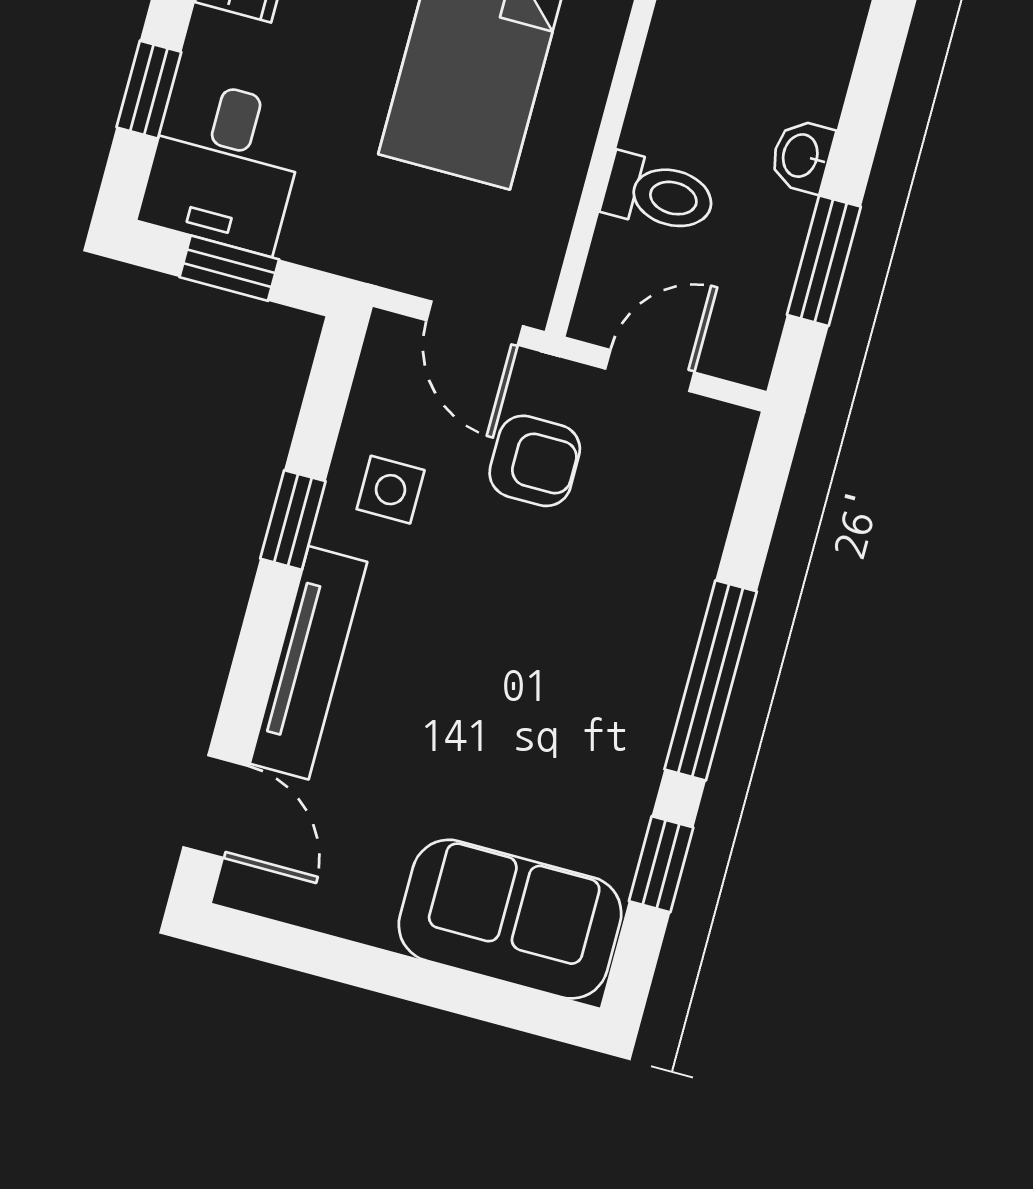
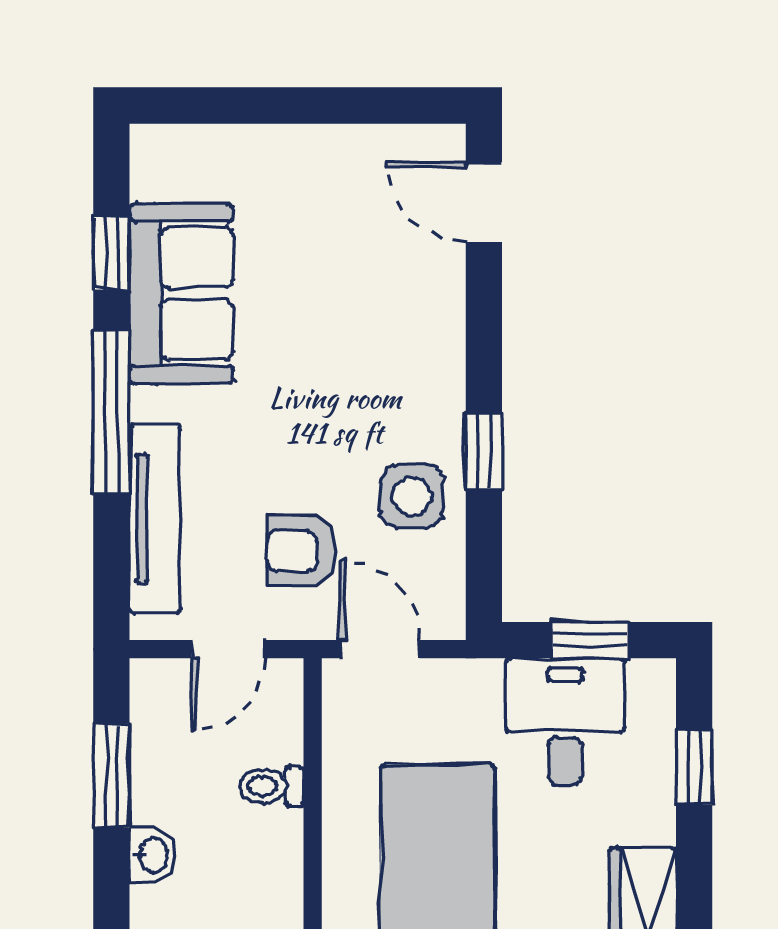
desk: (224, 166) -> (565, 722), moved
toilet: (659, 194) -> (272, 786), width x0.73, depth x0.72
side table: (391, 490) -> (412, 496), width x1.37, depth x1.37
tv unit: (308, 663) -> (155, 519), moved, turned 180
sofa: (510, 919) -> (181, 294), moved, turned -90

